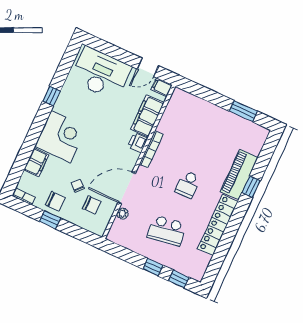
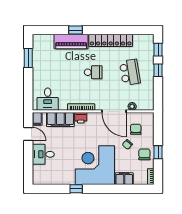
desk: (101, 73) -> (43, 154), width x0.53, depth x0.77
desk: (180, 112) -> (48, 99), added
corner desk: (61, 137) -> (95, 165), width x1.36, depth x1.36

